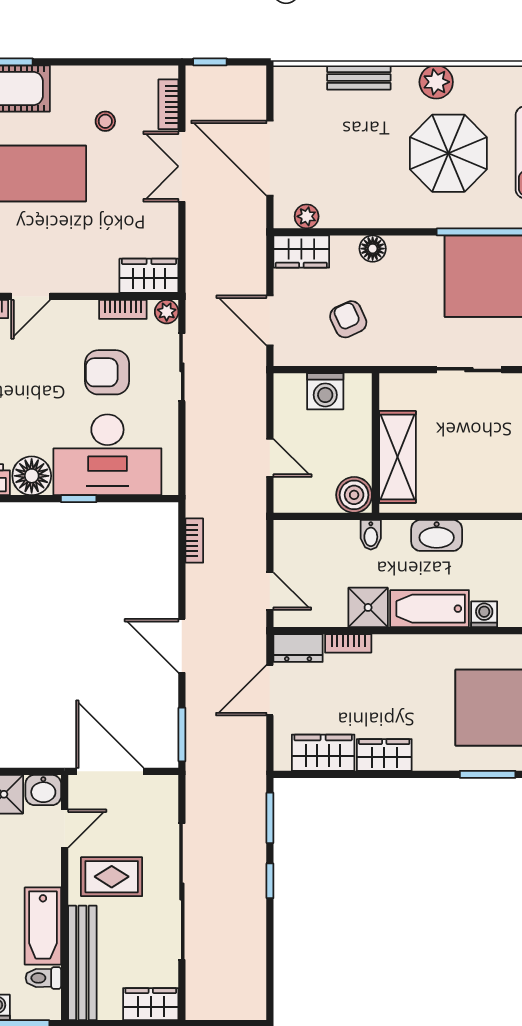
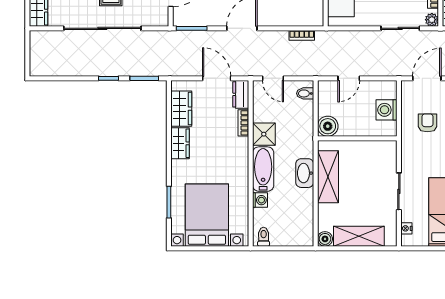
armchair: (348, 319) -> (427, 123), turned -65
shelving: (397, 457) -> (328, 177), moved, turned 90
bidet: (371, 535) -> (305, 93), moved
door: (270, 591) -> (273, 78), hinge flipped

